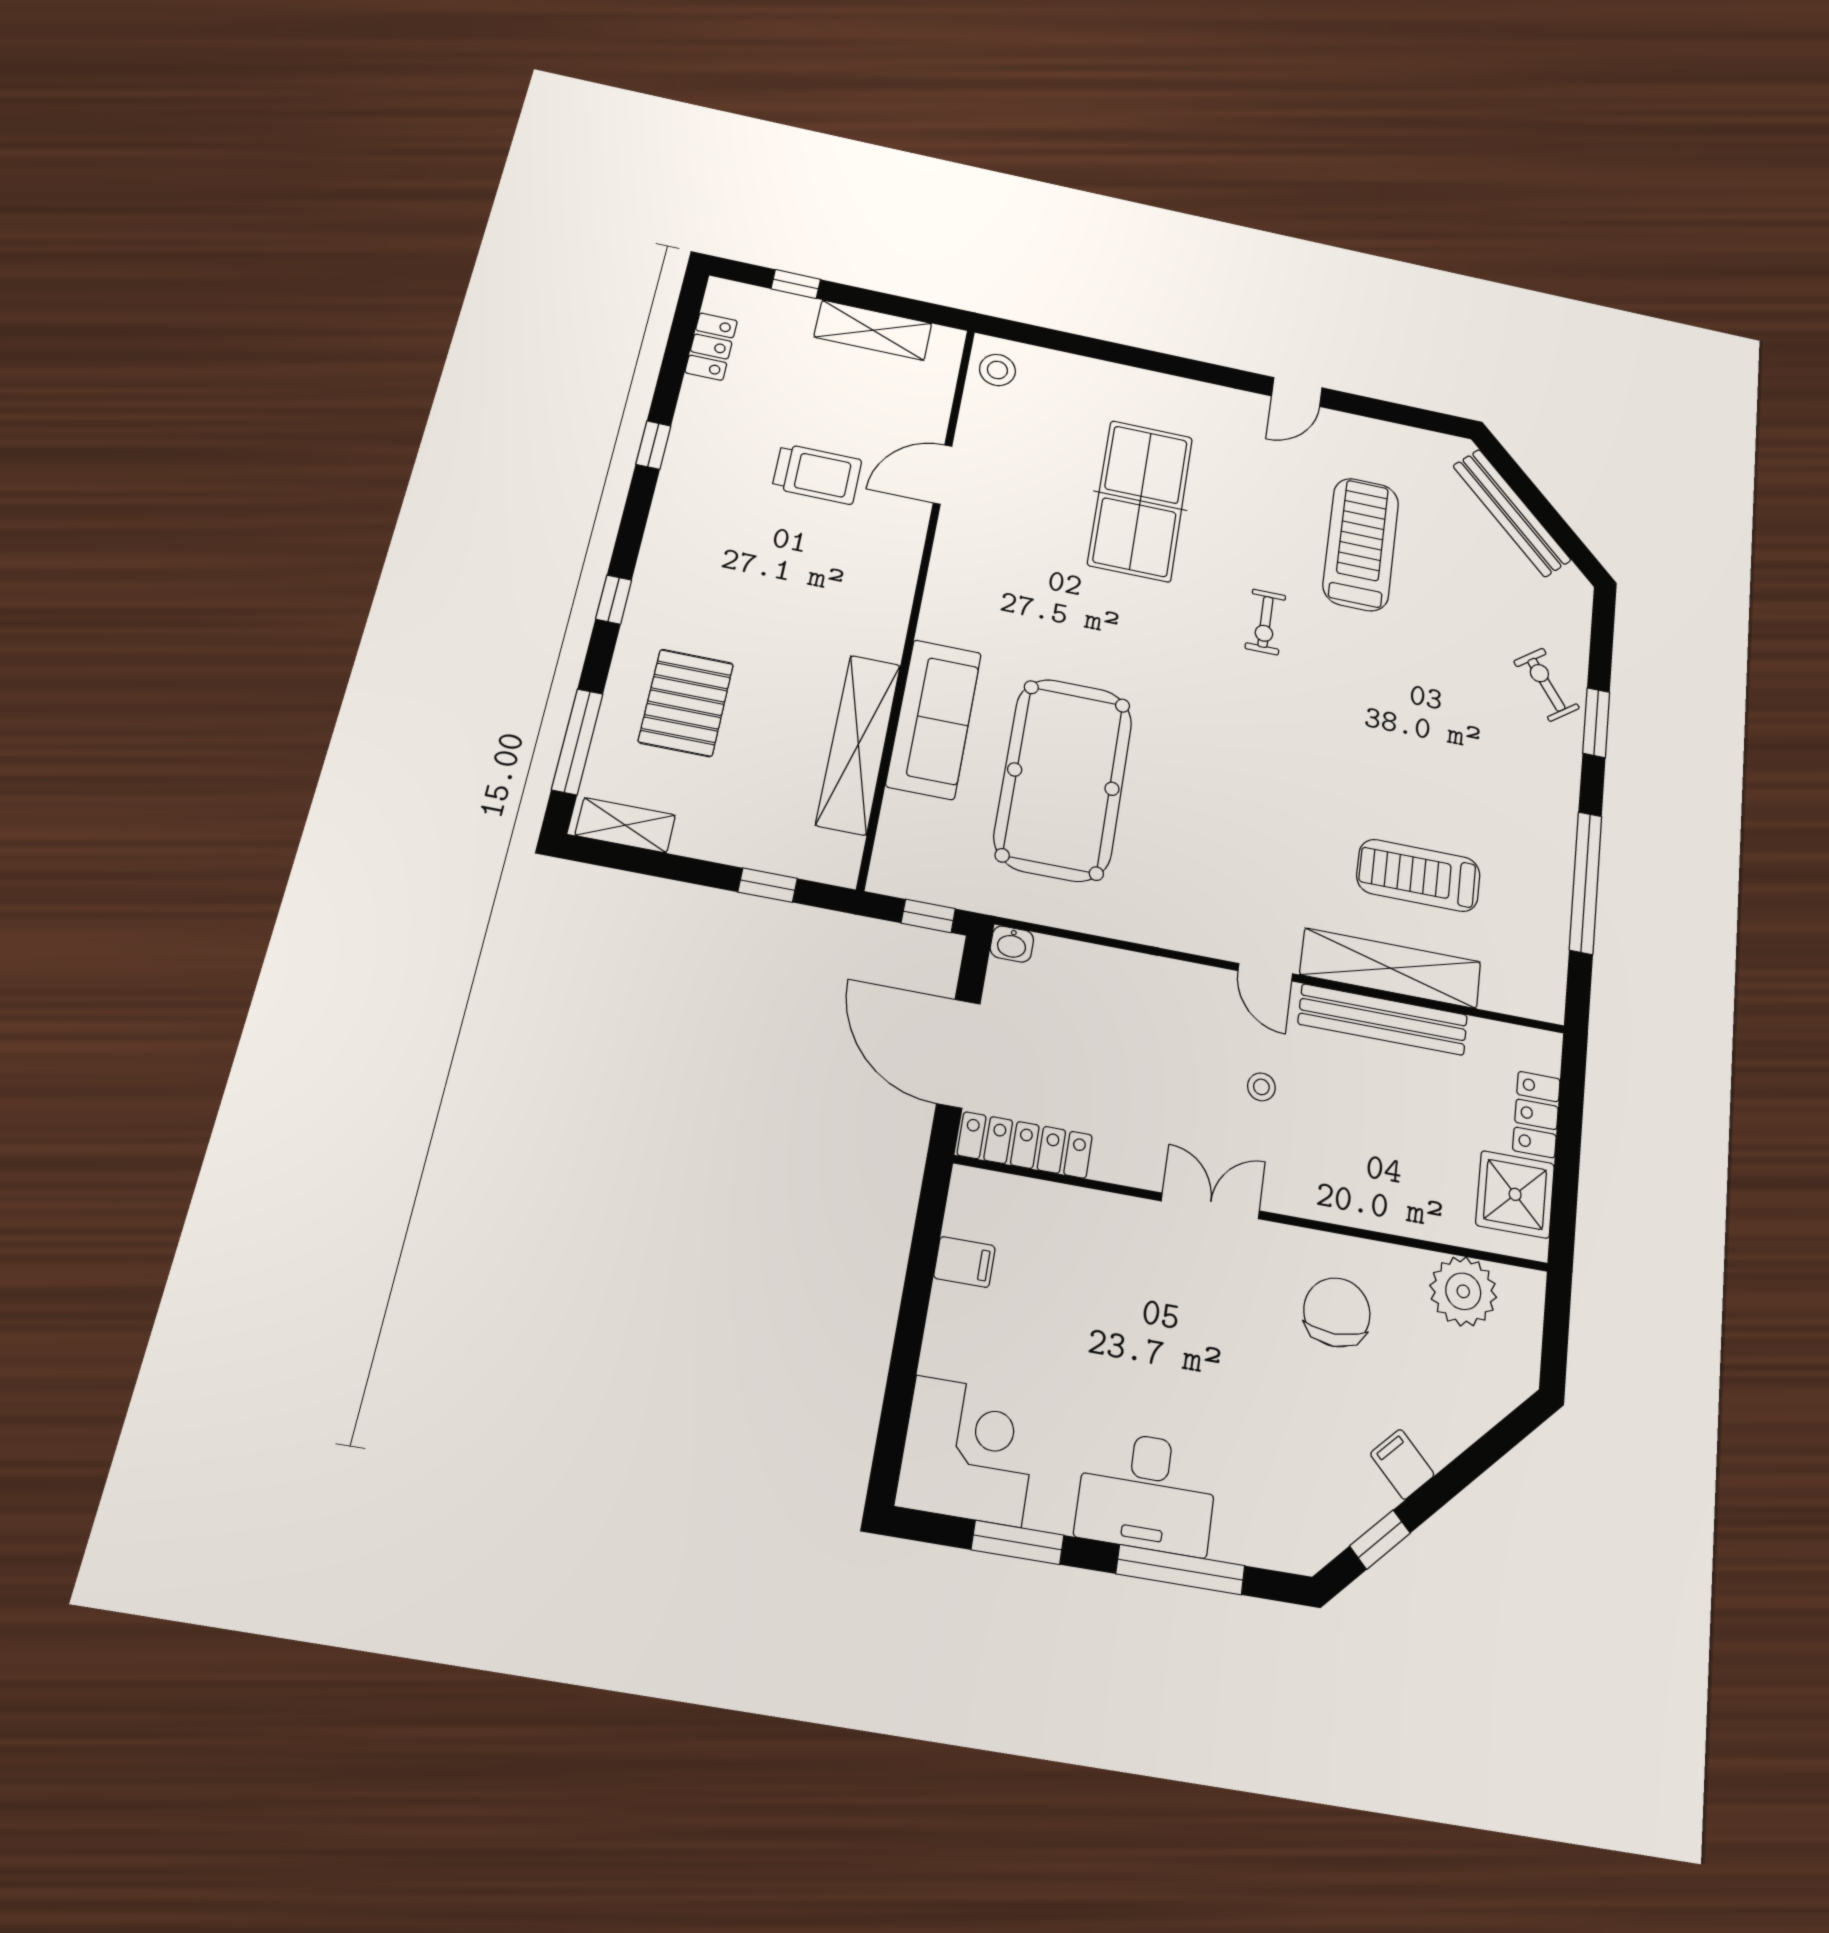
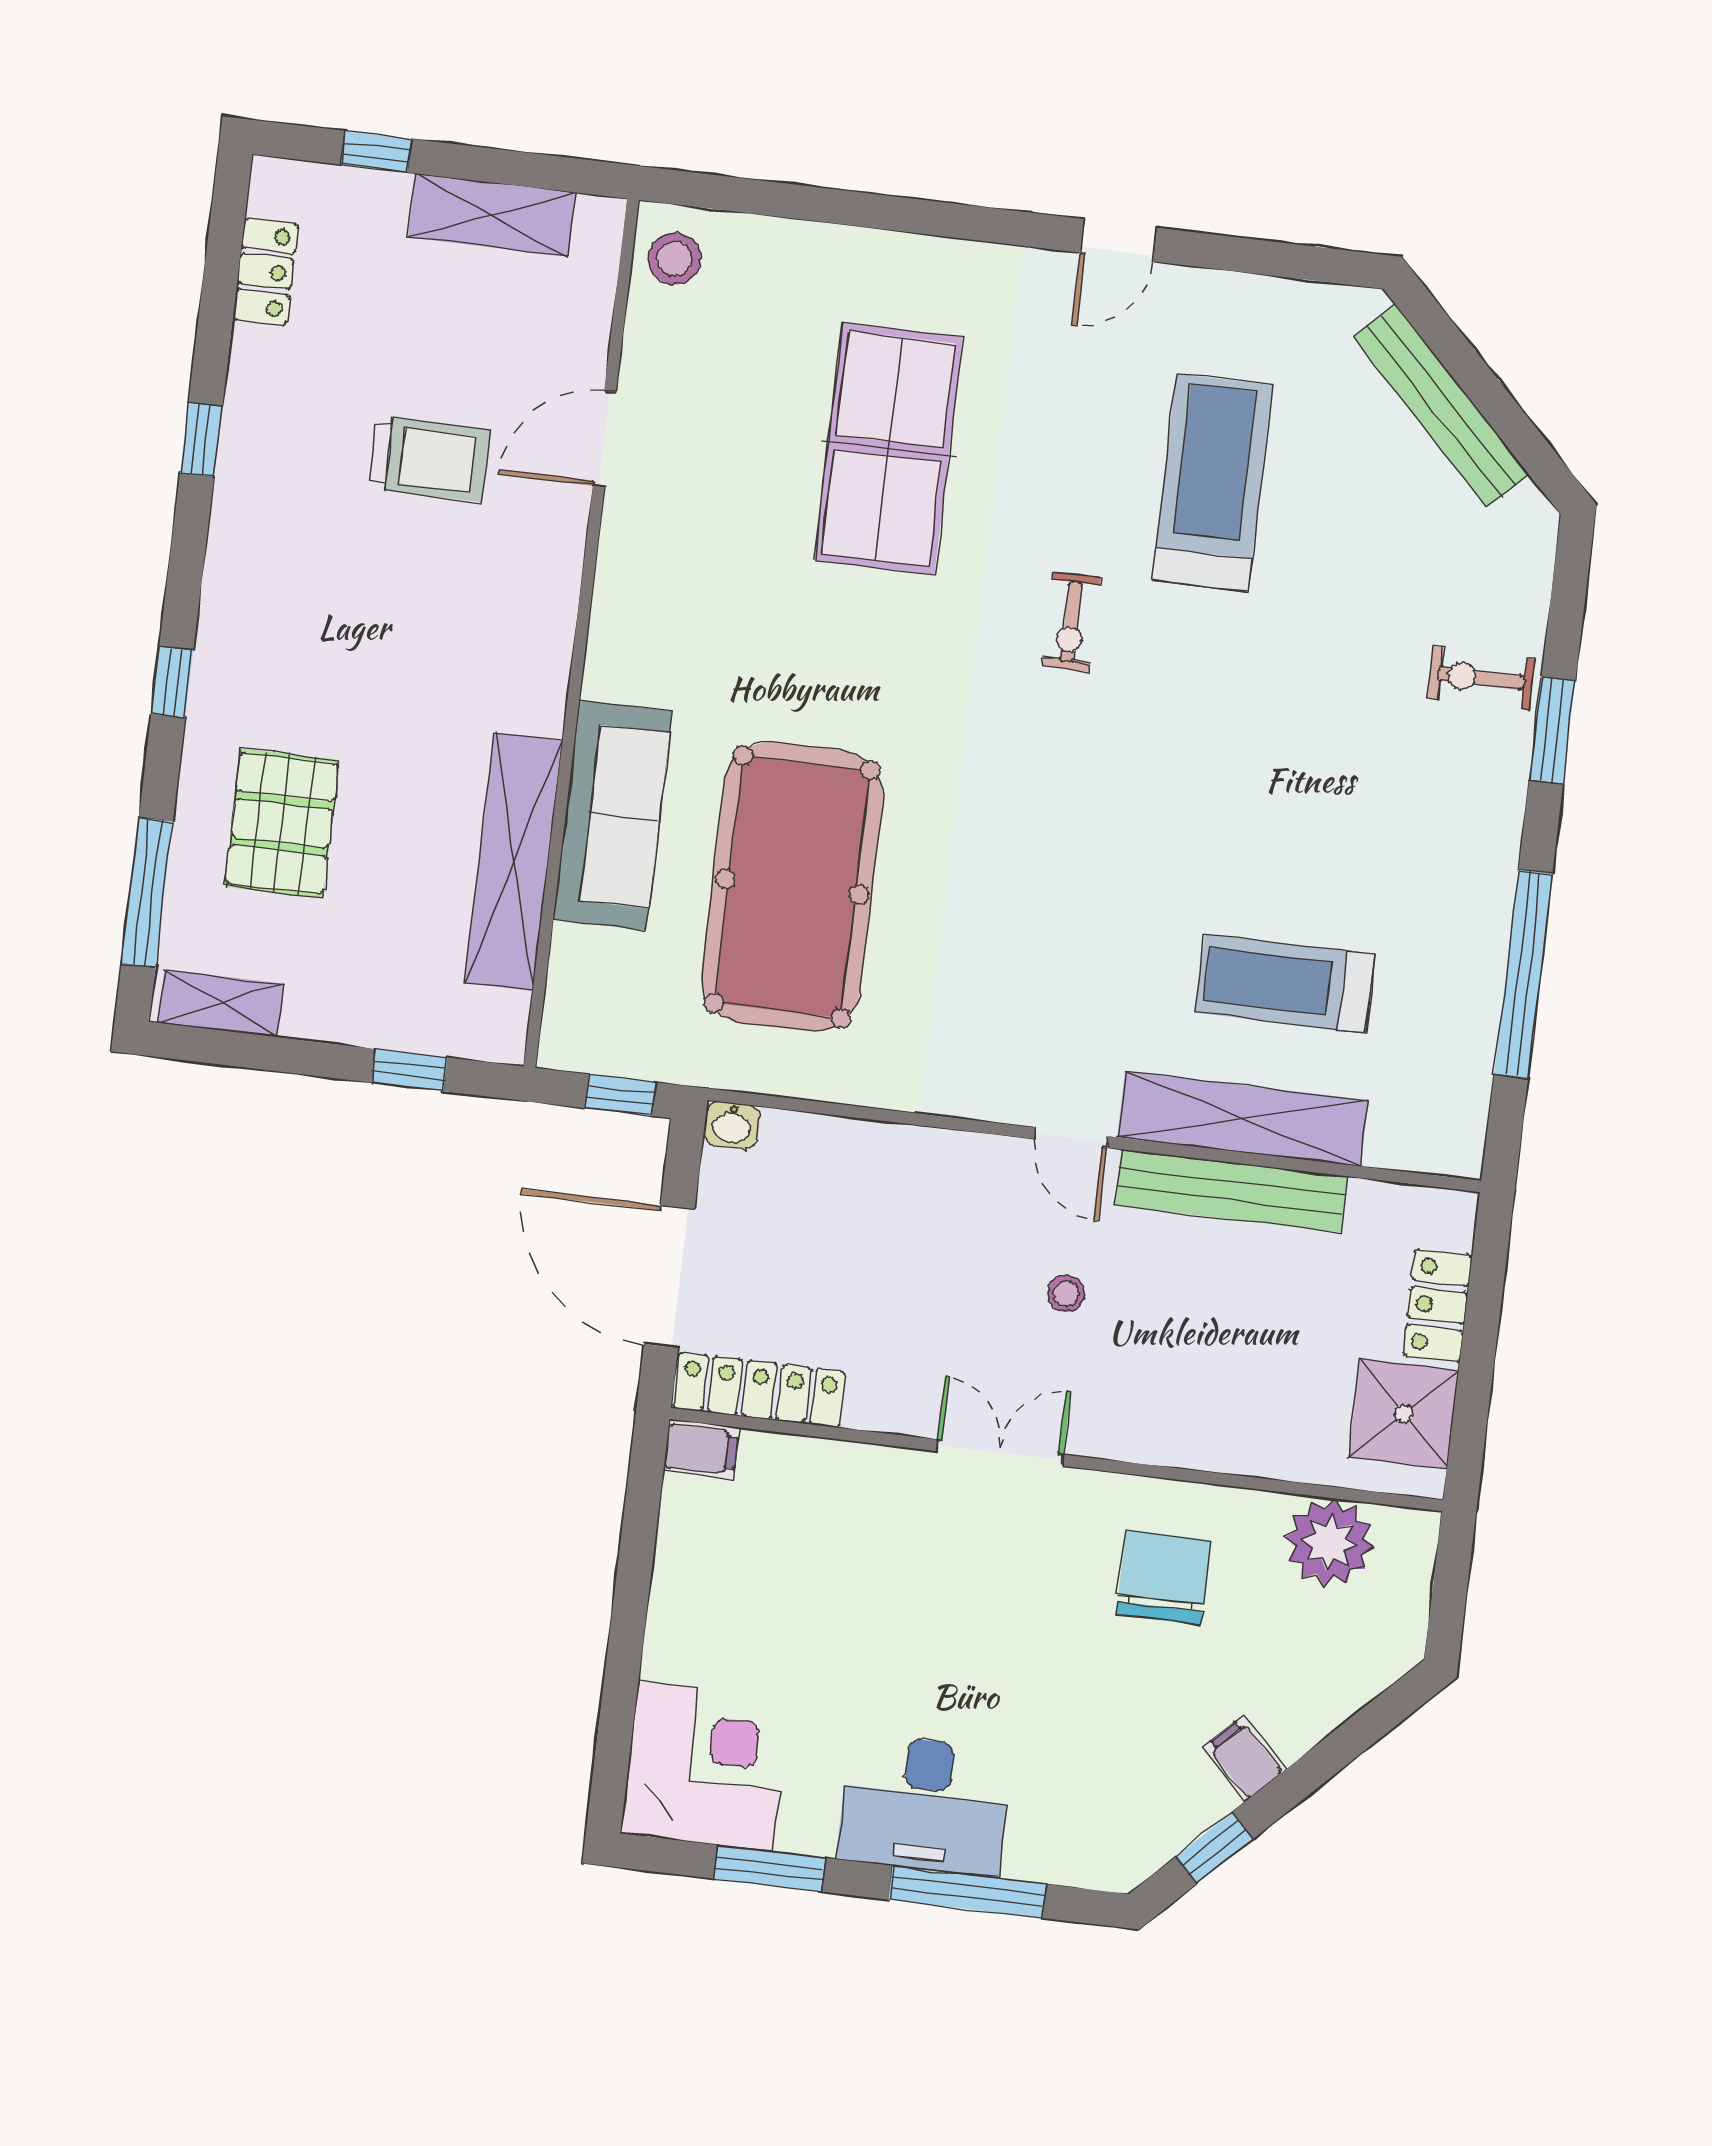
exercise bike: (1546, 685) -> (1481, 678), turned -54
filing cabinet: (964, 1262) -> (701, 1449), moved

